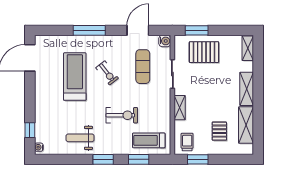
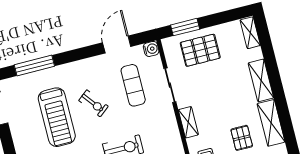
window: (89, 30) -> (34, 66), moved
treadmill: (75, 77) -> (57, 117), turned 180

